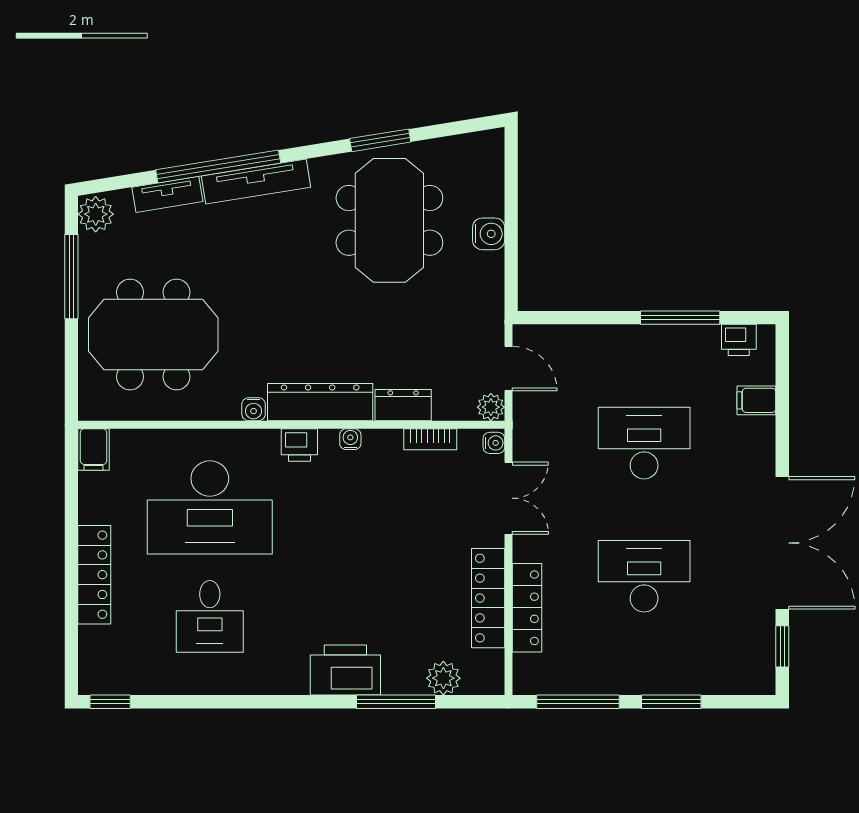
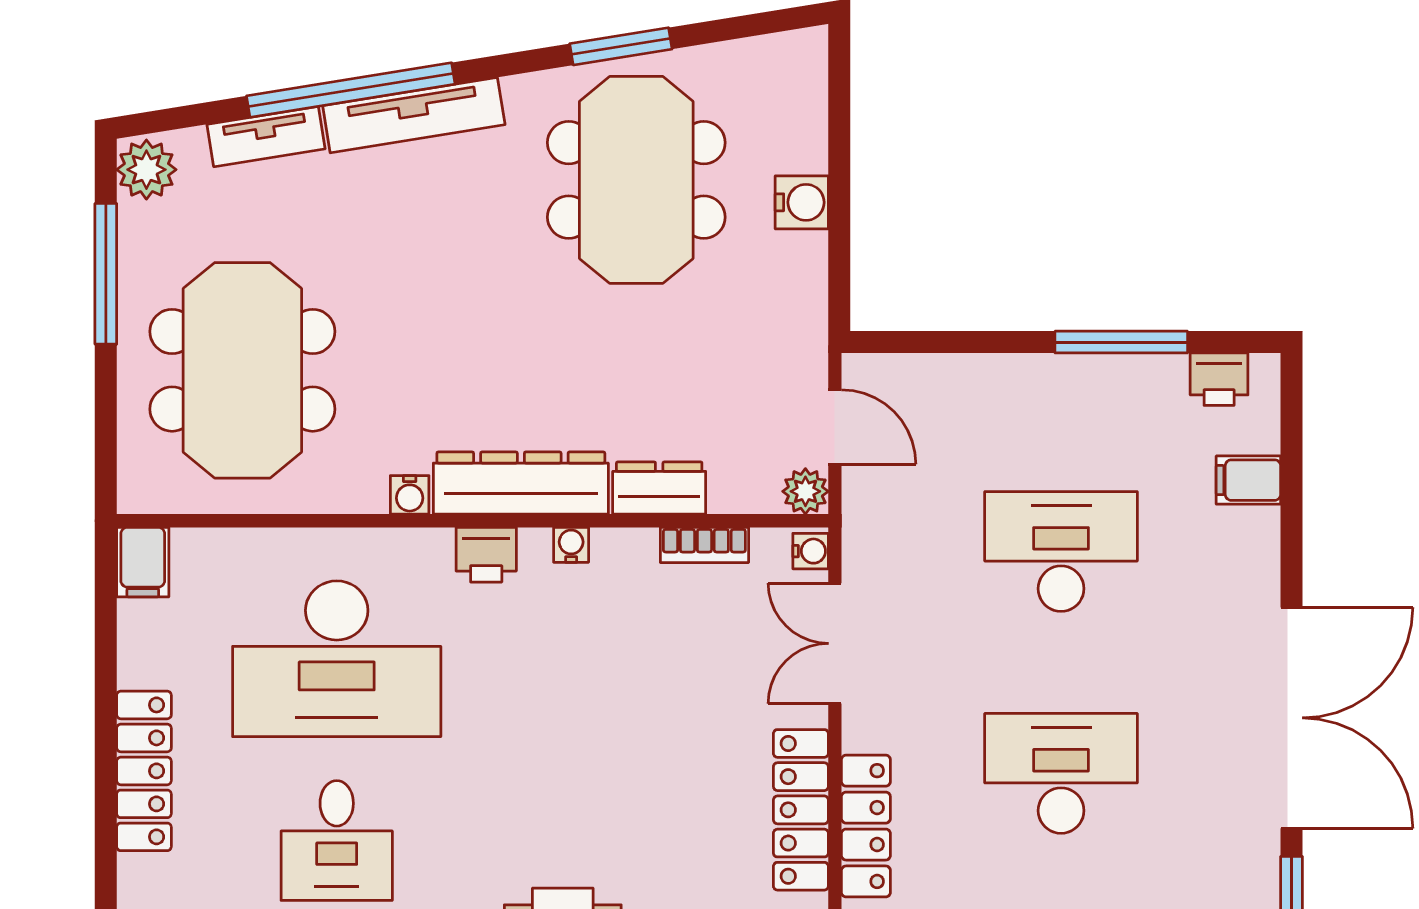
meeting table: (153, 335) -> (242, 370), turned 90
double door: (508, 498) -> (835, 643), swing flipped

